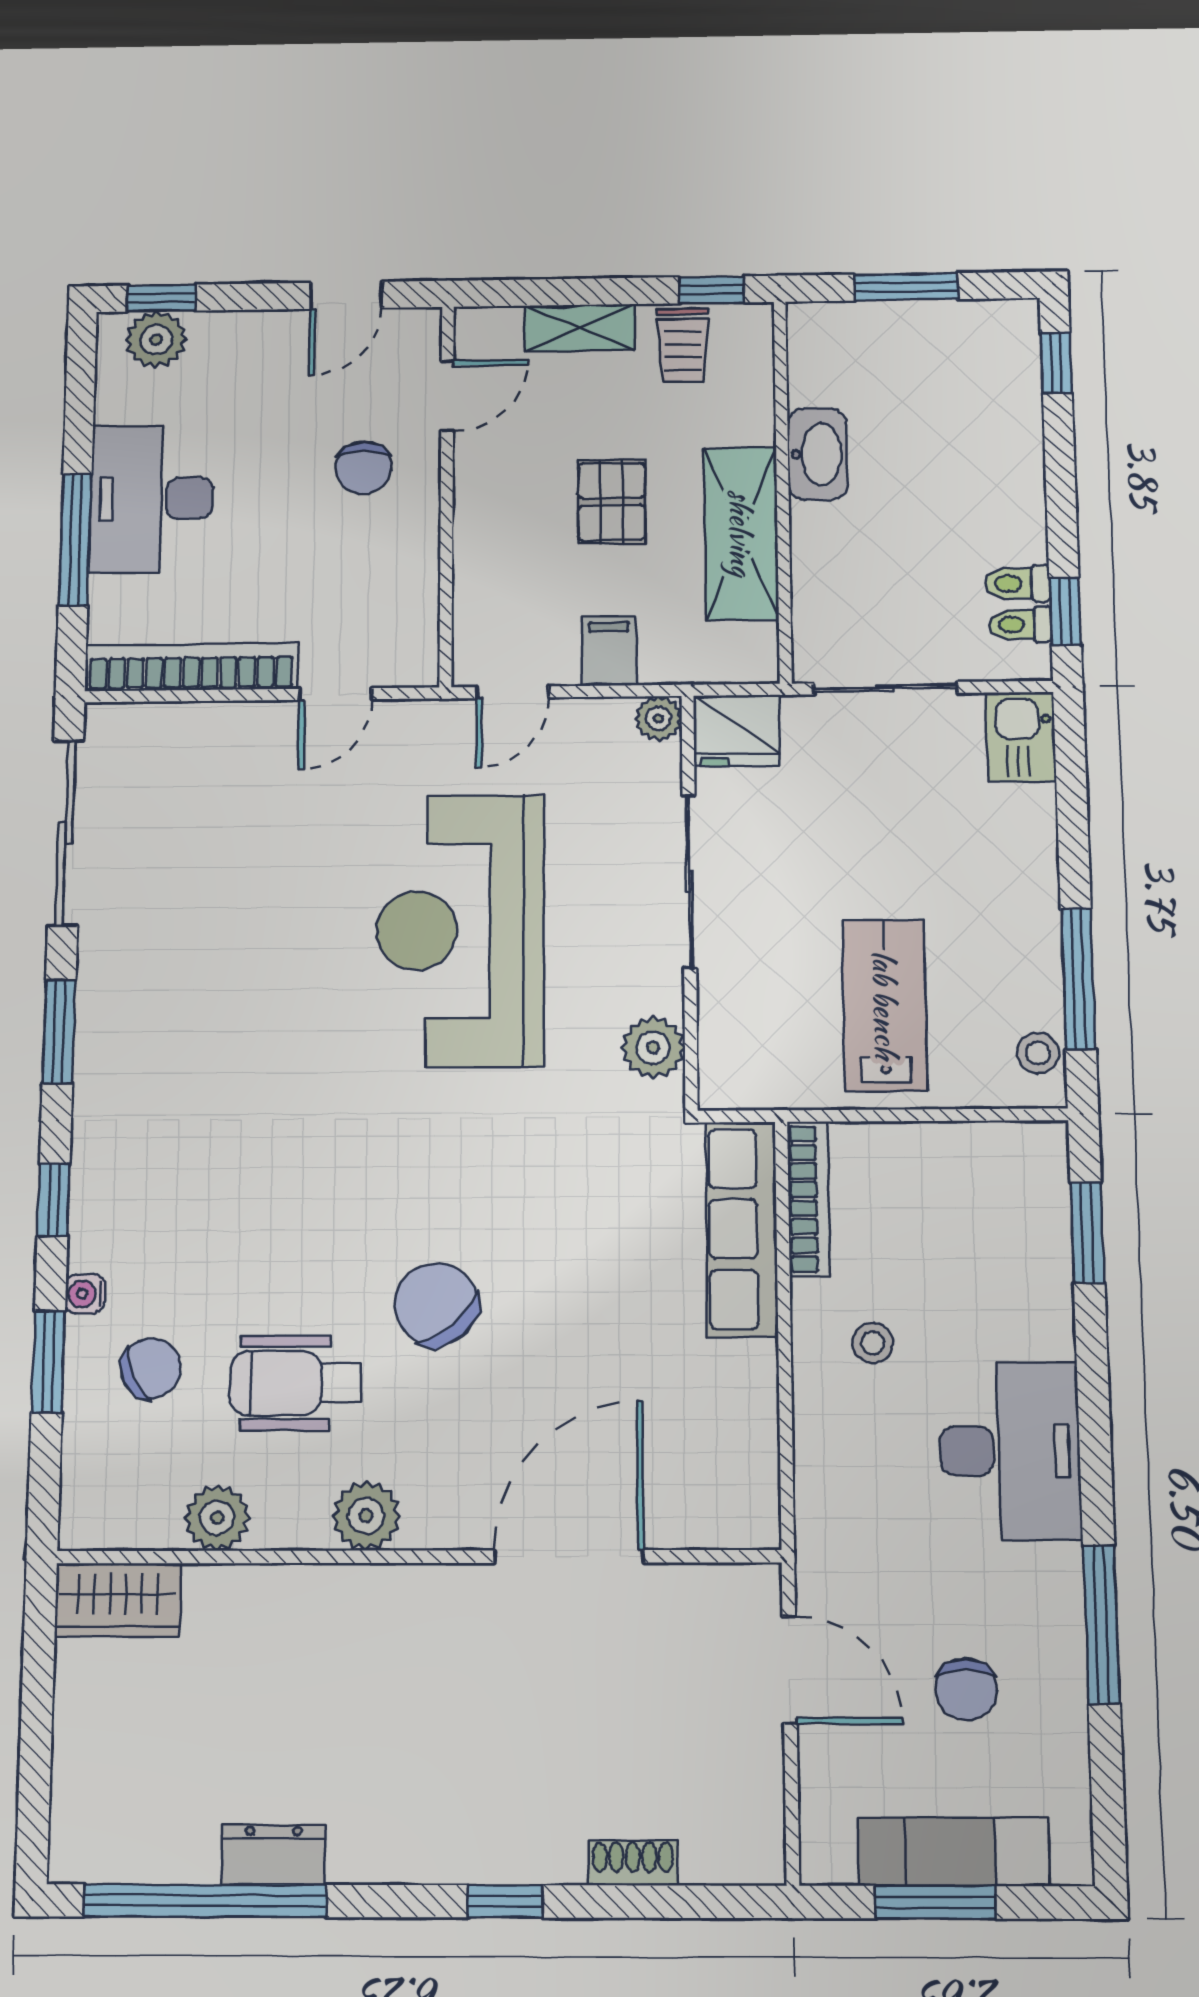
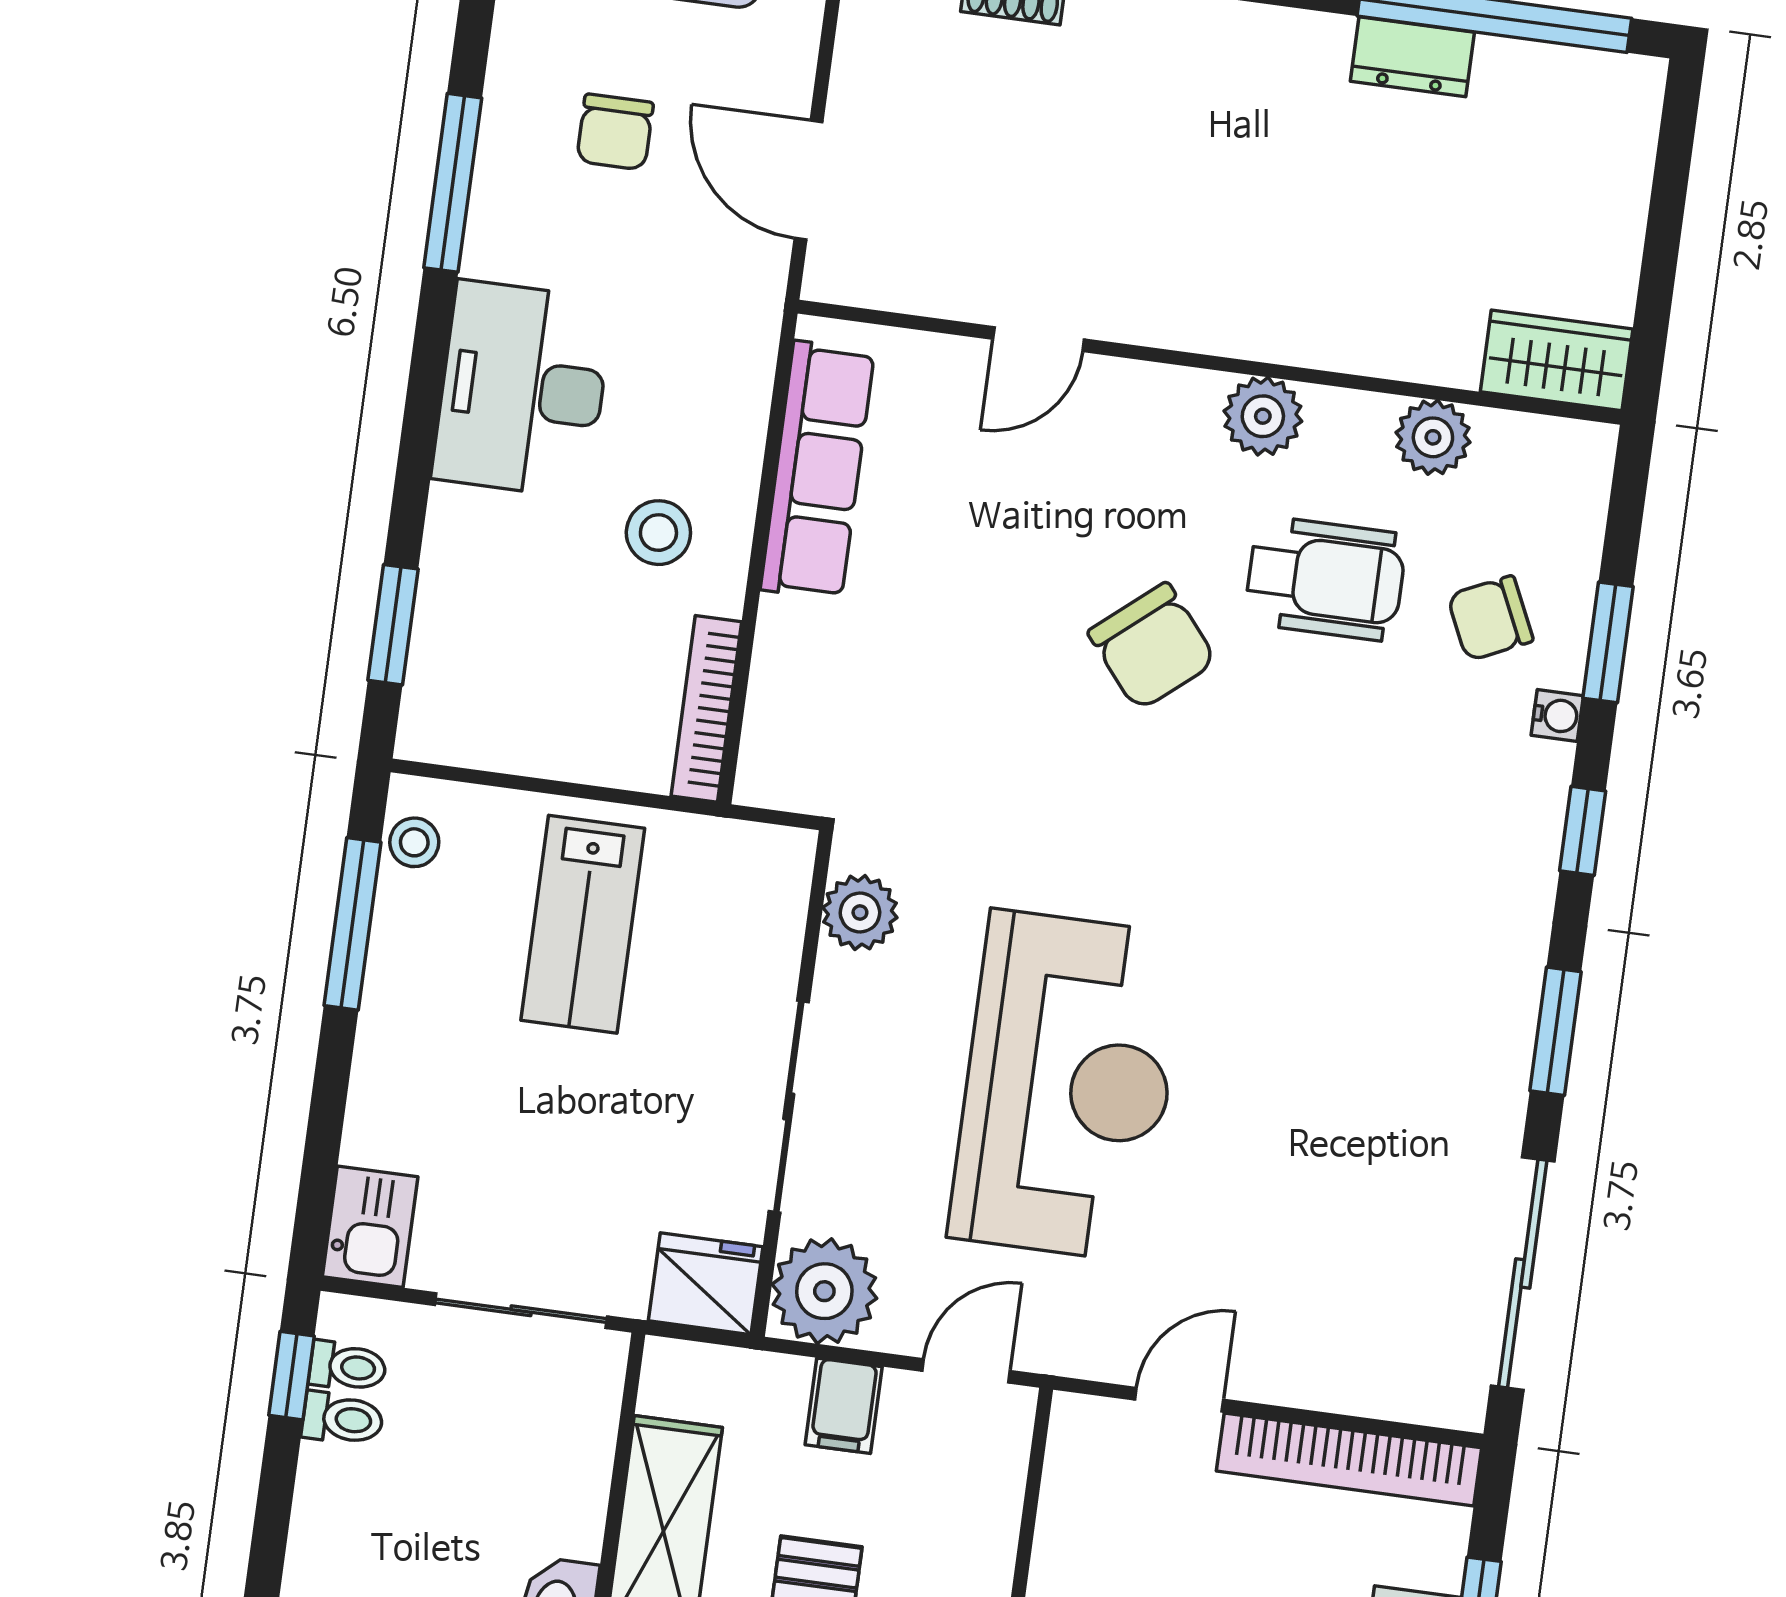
plant: (658, 719) -> (824, 1291), width x1.88, depth x1.88
row of seats: (742, 1229) -> (817, 470), moved
stool: (873, 1343) -> (658, 533), width x1.37, depth x1.37
door: (569, 1556) -> (1038, 339), width x0.53
chair: (966, 1690) -> (615, 132), turned 180

